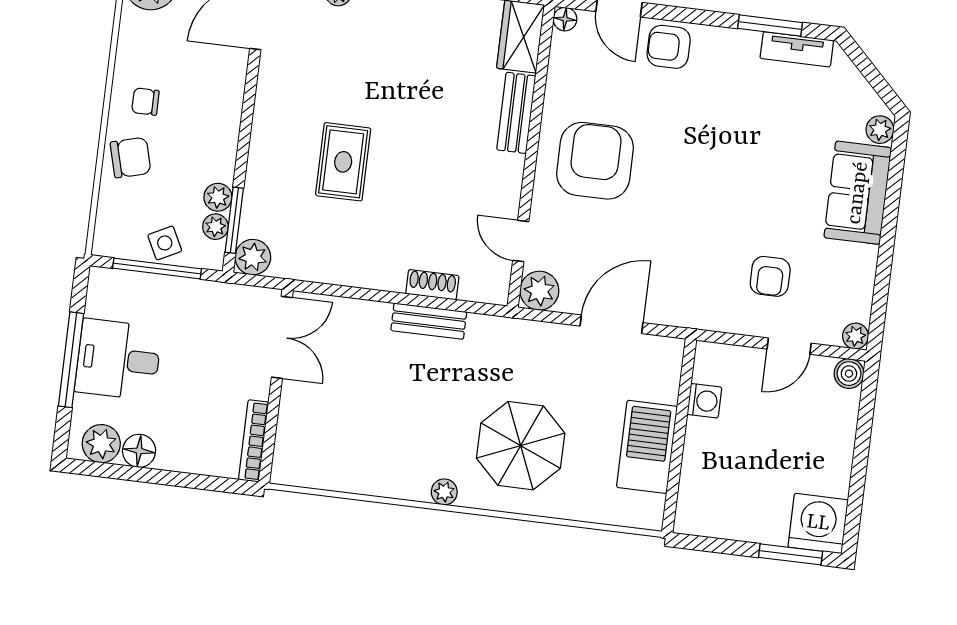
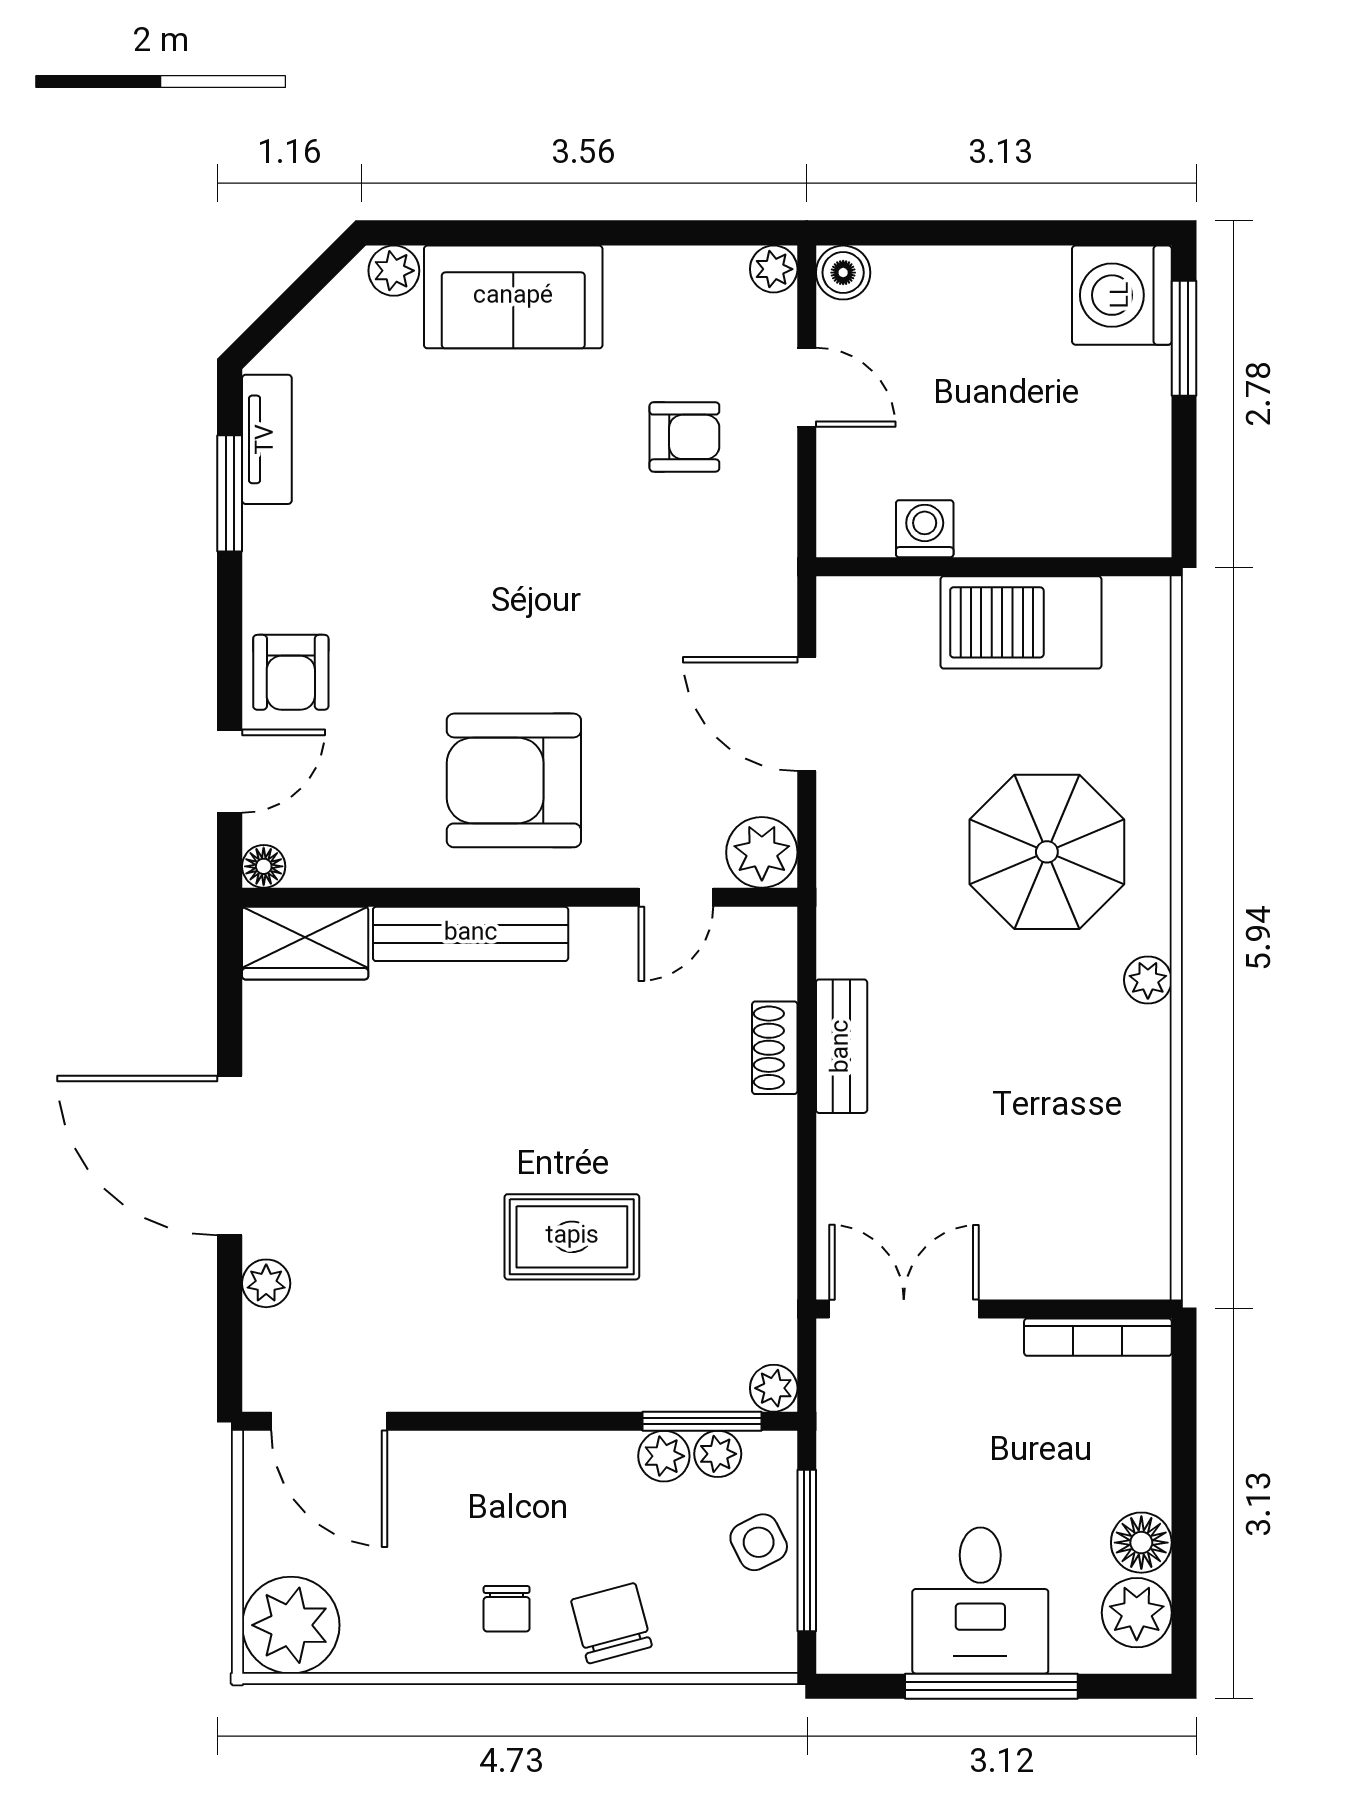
bench: (516, 113) -> (471, 934), width x1.36
plant: (253, 257) -> (774, 1388), width x0.73, depth x0.73

